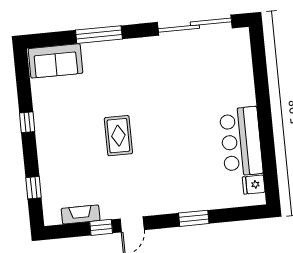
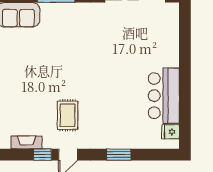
rug: (118, 136) -> (68, 115), moved

